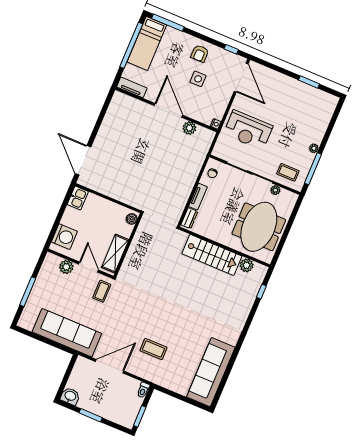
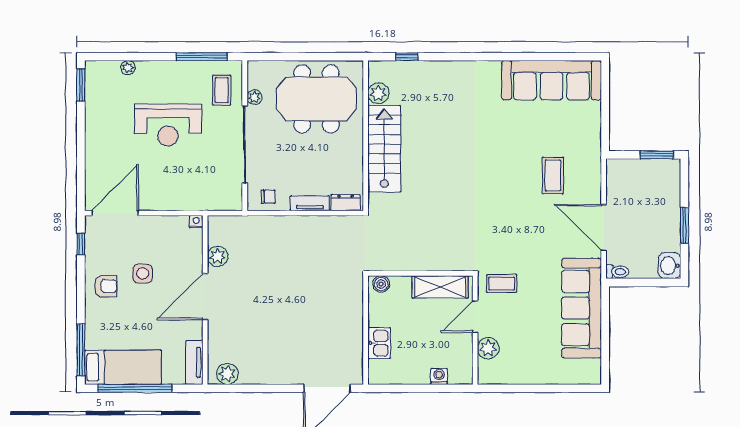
window: (309, 82) -> (81, 85), moved
plant: (117, 104) -> (227, 374), added
reception desk: (248, 130) -> (168, 125), moved, turned 90
plant: (314, 148) -> (128, 68), moved
kitchen sink: (78, 198) -> (379, 343), moved, turned 90
washing machine: (64, 237) -> (439, 376), width x0.53, depth x0.53
window: (28, 292) -> (546, 388), removed
toilet: (143, 390) -> (617, 272), moved

